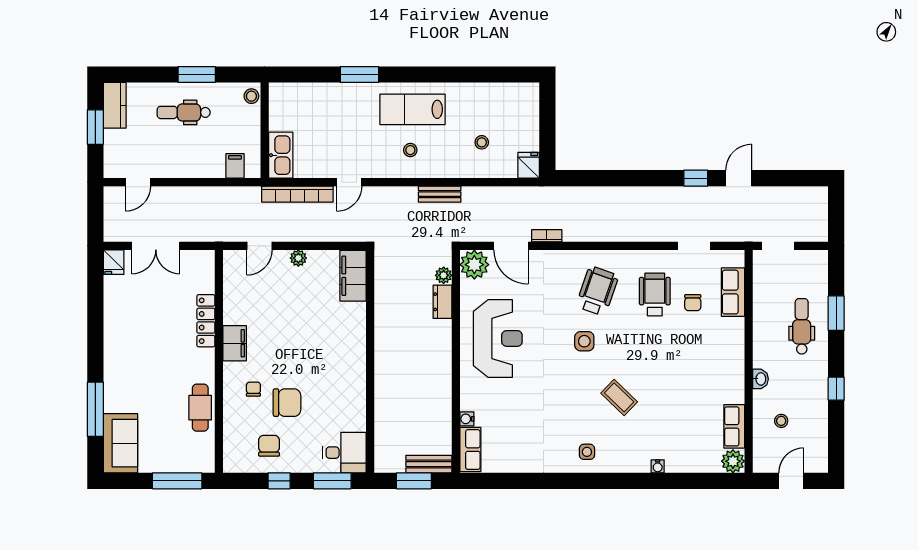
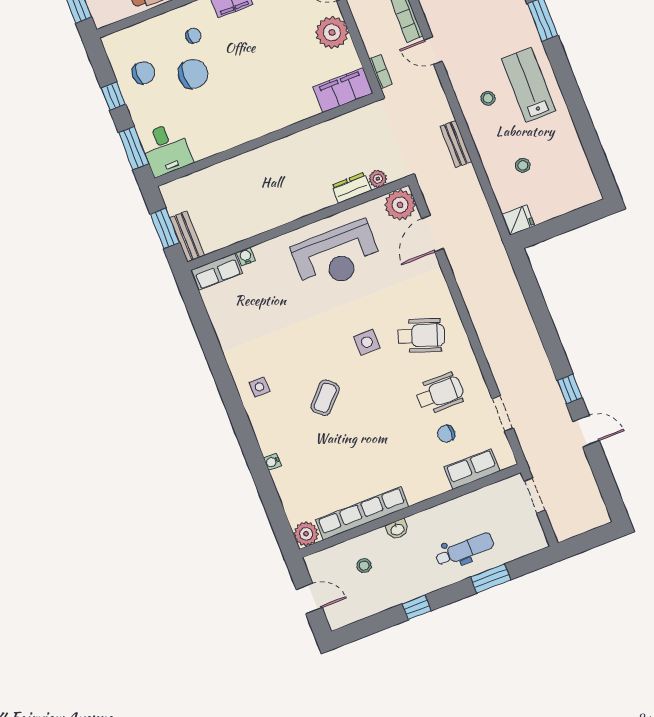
bookcase: (547, 236) -> (381, 71), moved
plant: (298, 258) -> (332, 32), width x1.88, depth x1.88
chair: (287, 403) -> (193, 74), turned -90
row of seats: (734, 426) -> (362, 513), width x2.02

